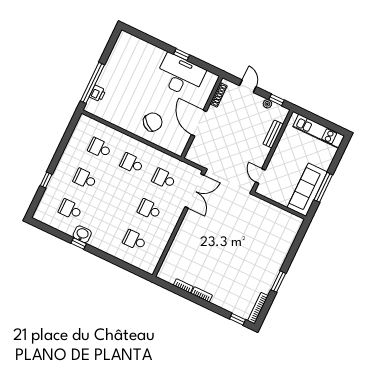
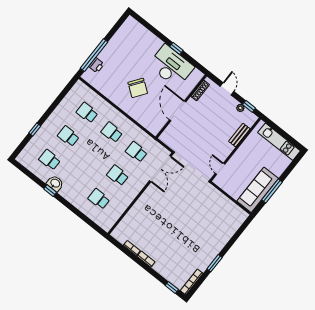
chair: (153, 122) -> (138, 88), moved, turned 87

